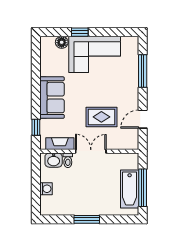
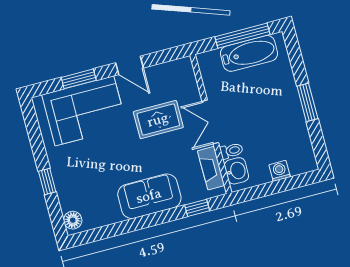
floor lamp: (62, 42) -> (73, 220), moved
corner sofa: (95, 54) -> (84, 111), moved, turned 90
window: (143, 71) -> (79, 79), width x0.69
rug: (101, 117) -> (158, 120), turned 90
door: (143, 119) -> (130, 65), moved

